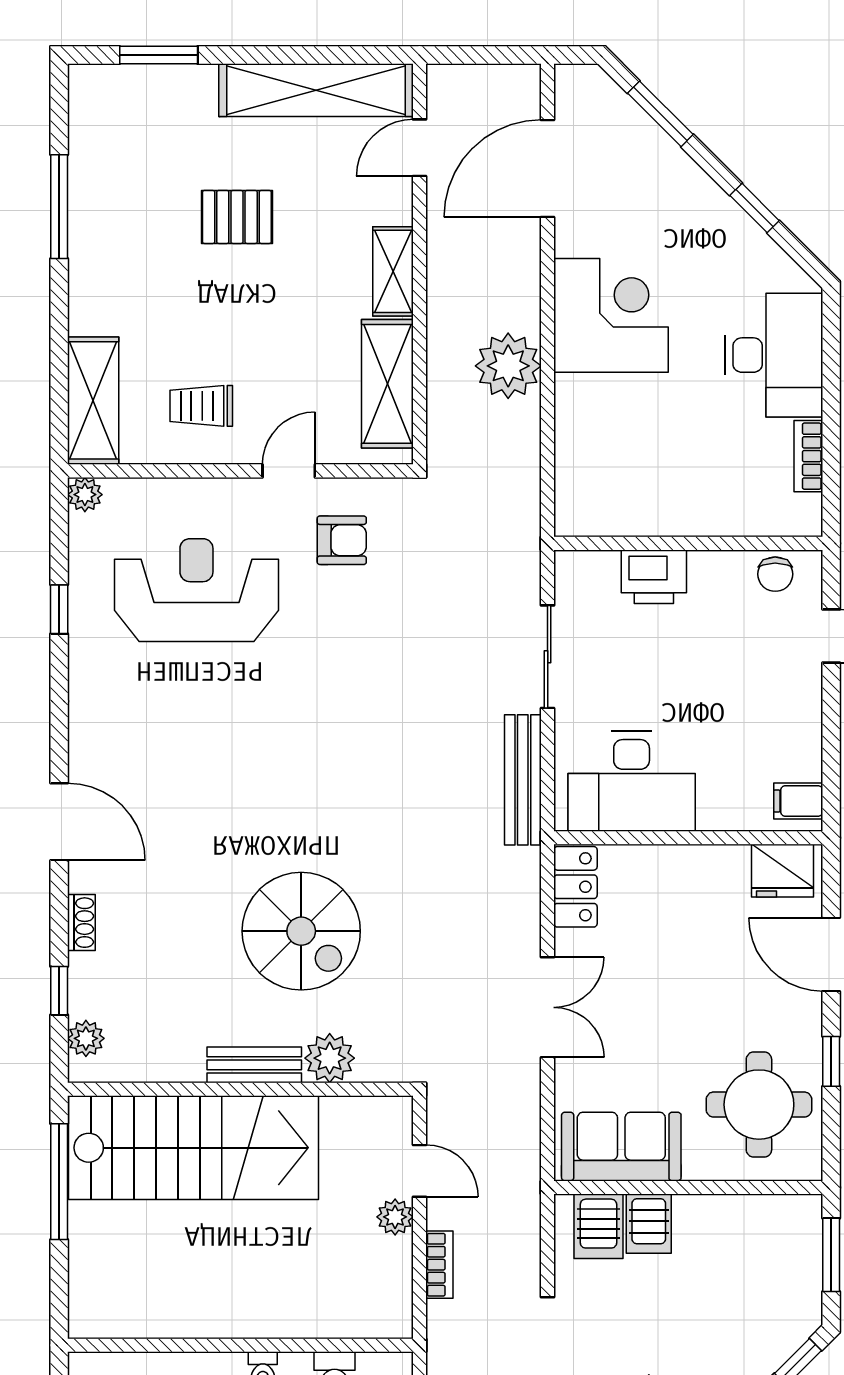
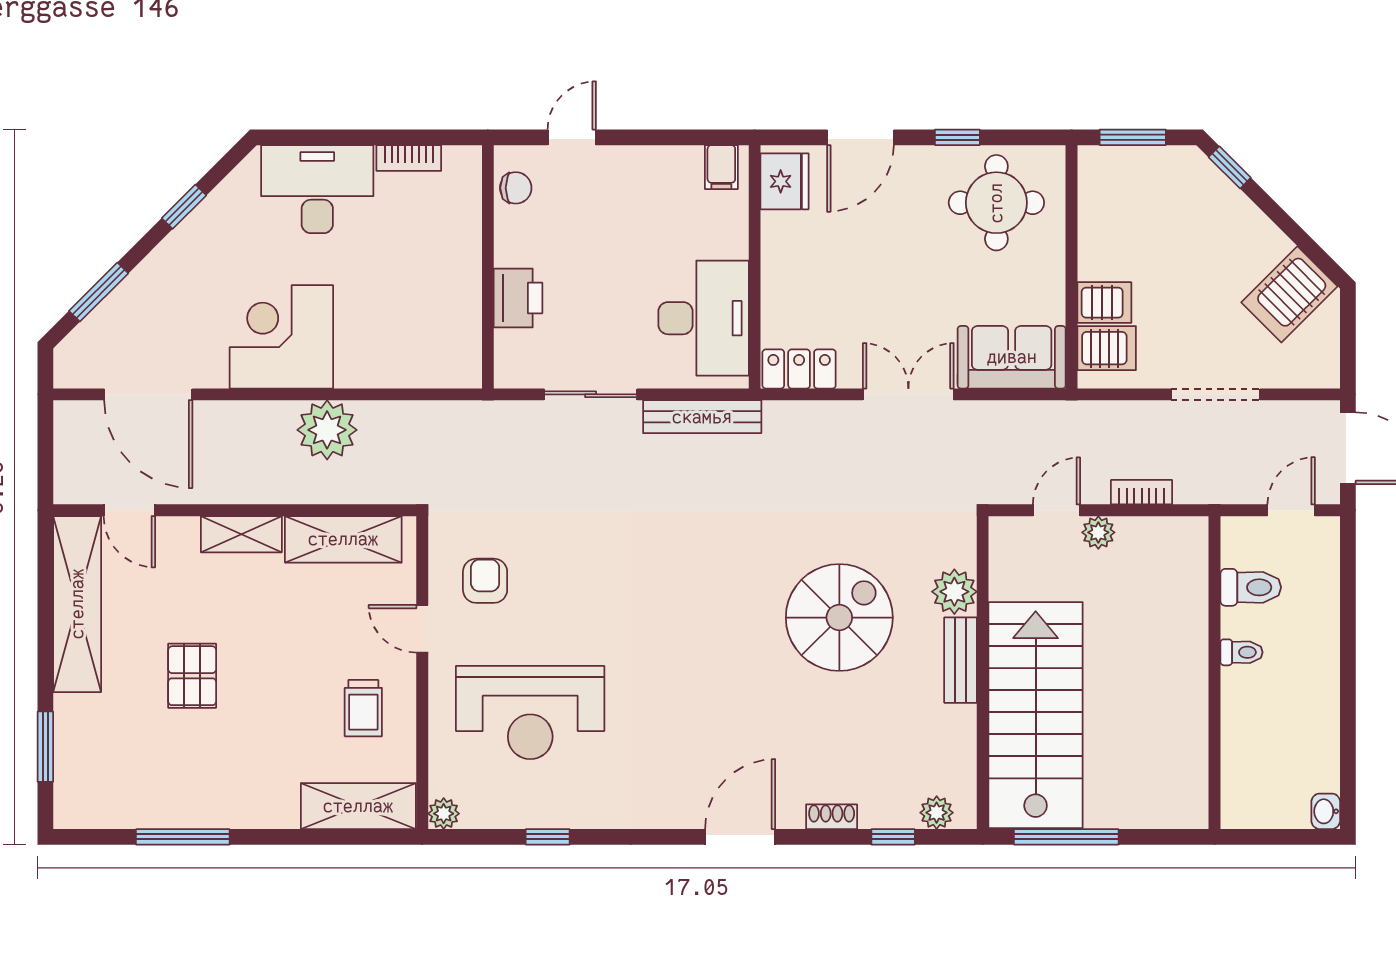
reception desk: (196, 590) -> (530, 712), turned -90
sofa: (621, 1147) -> (1012, 357), moved, turned 90

